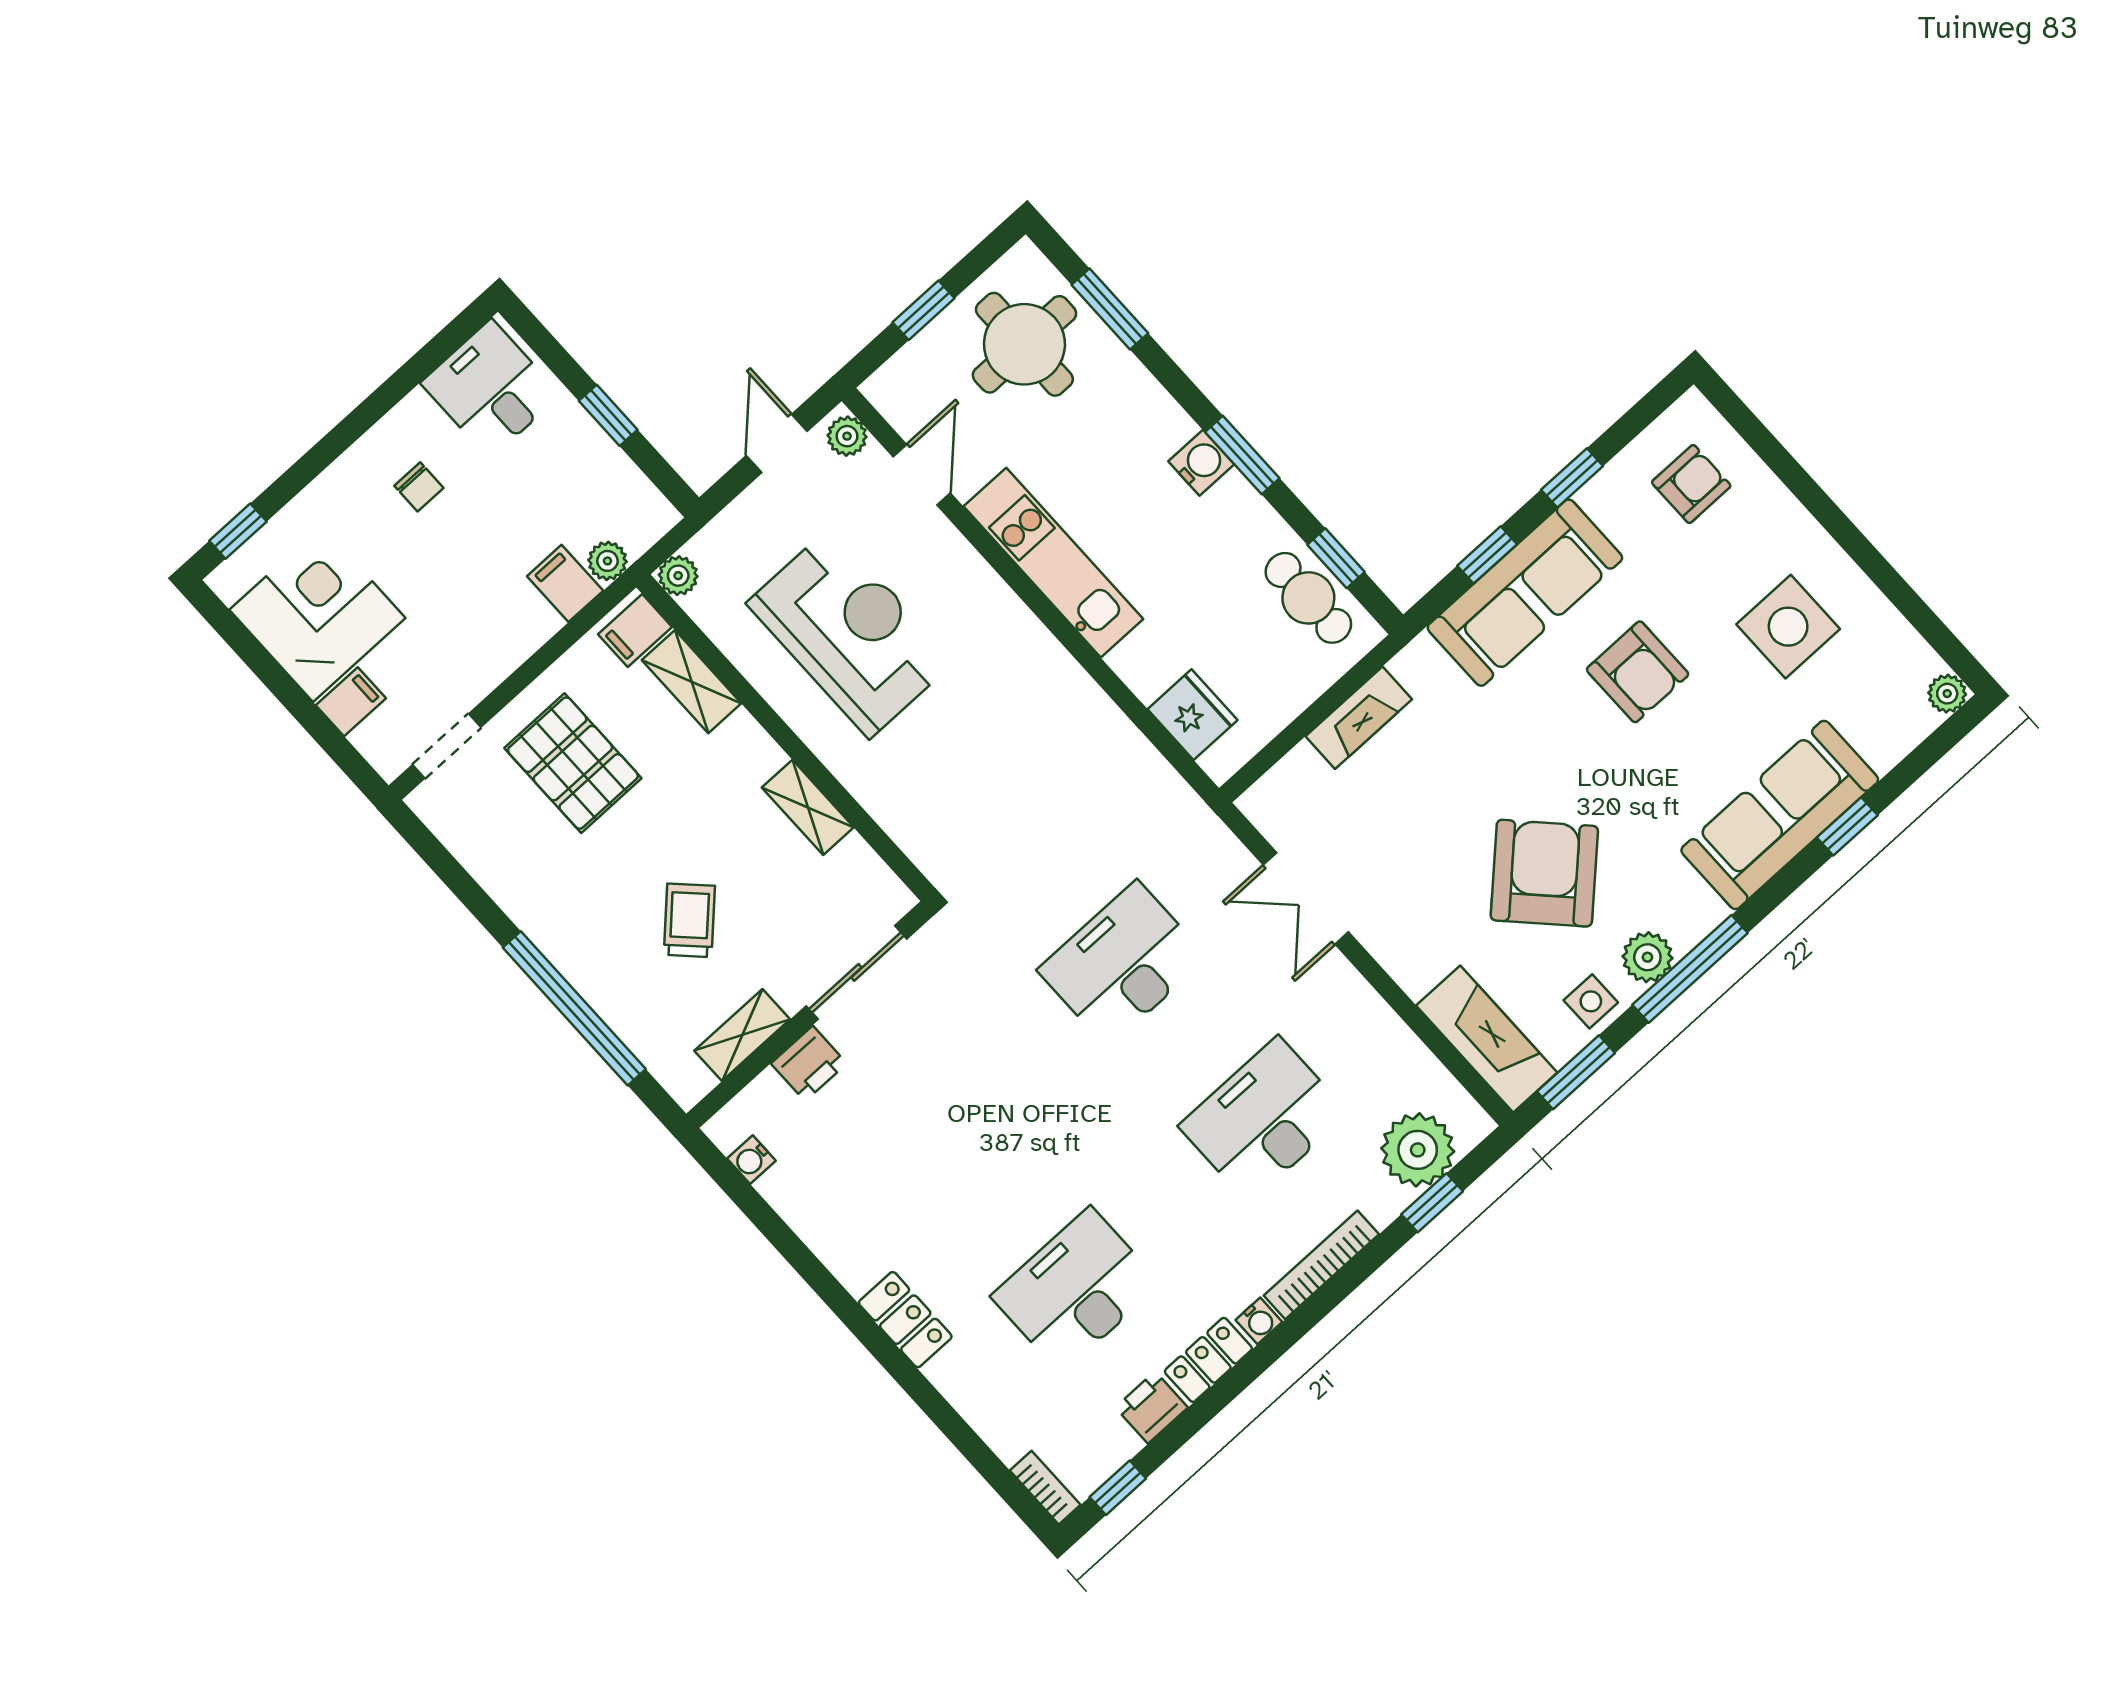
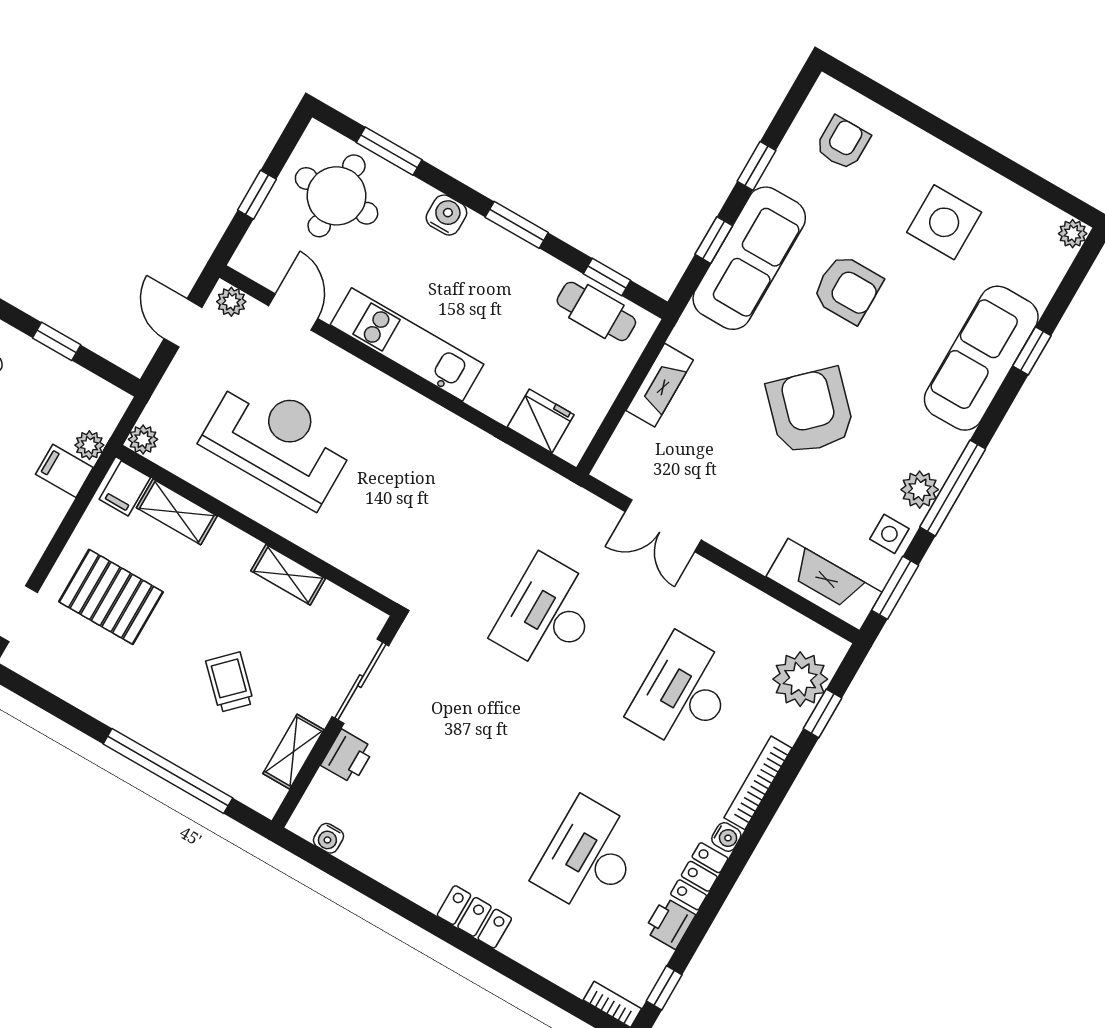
water cooler: (1201, 463) -> (446, 215), moved
armchair: (1544, 873) -> (810, 411), moved

